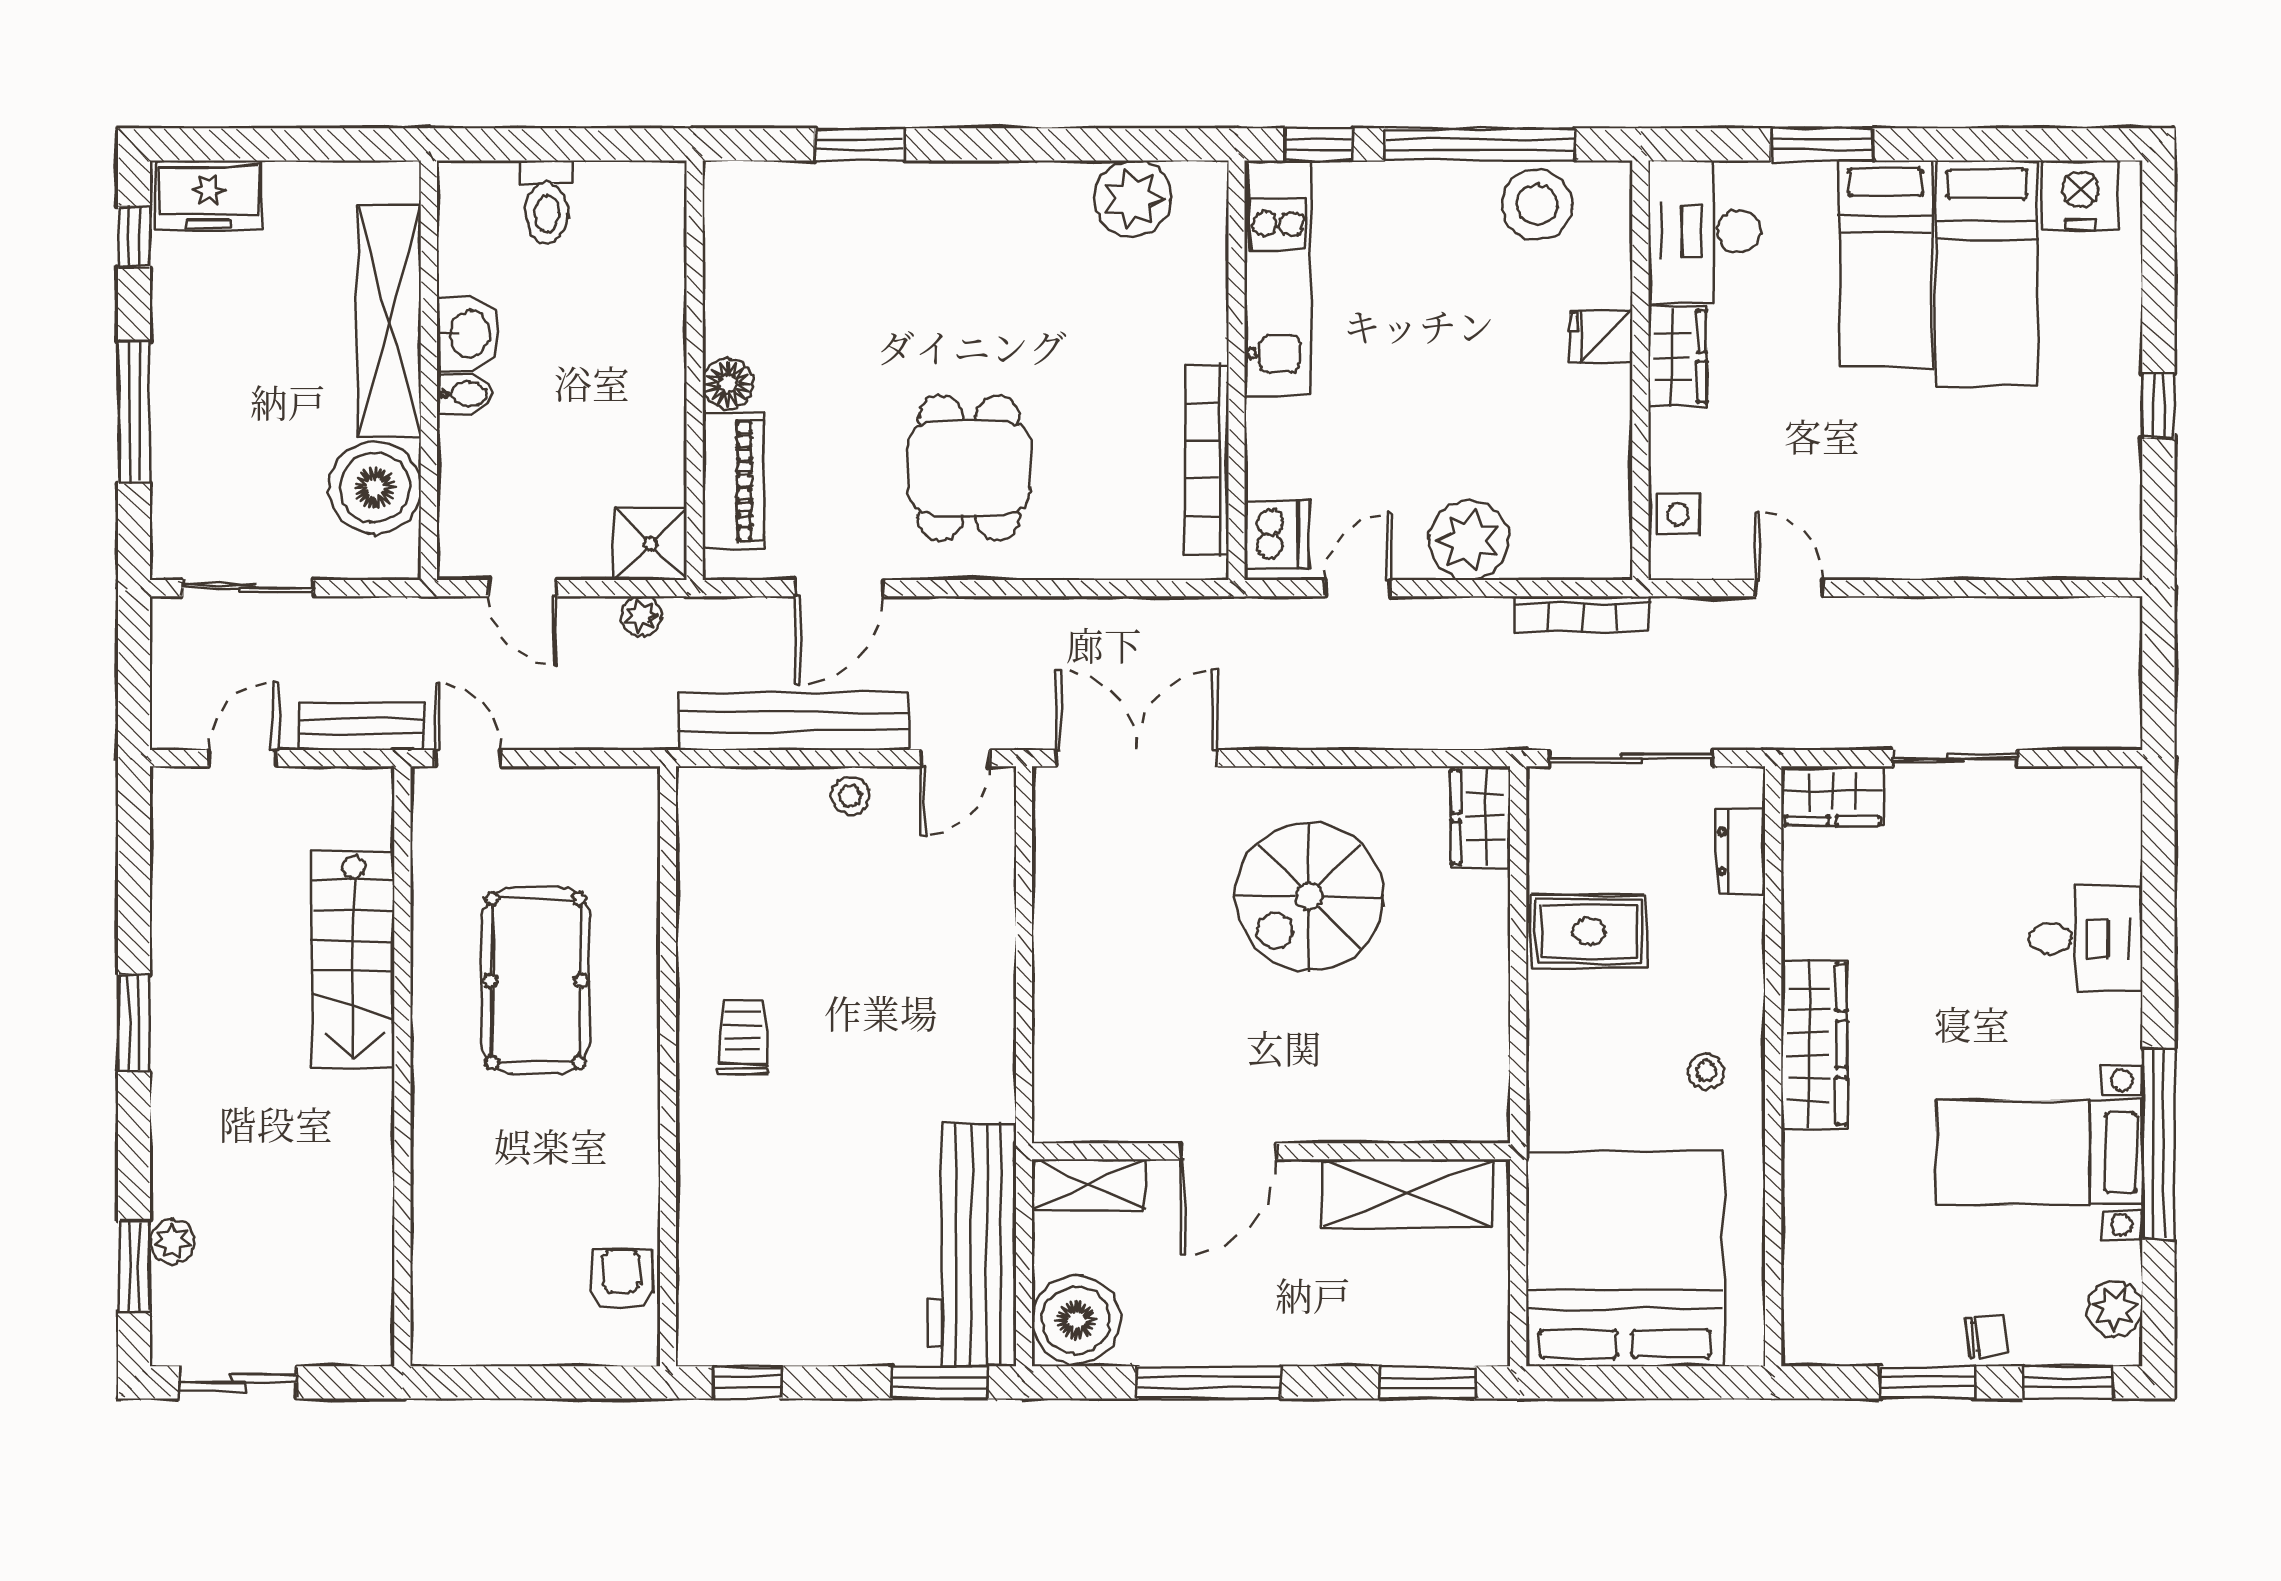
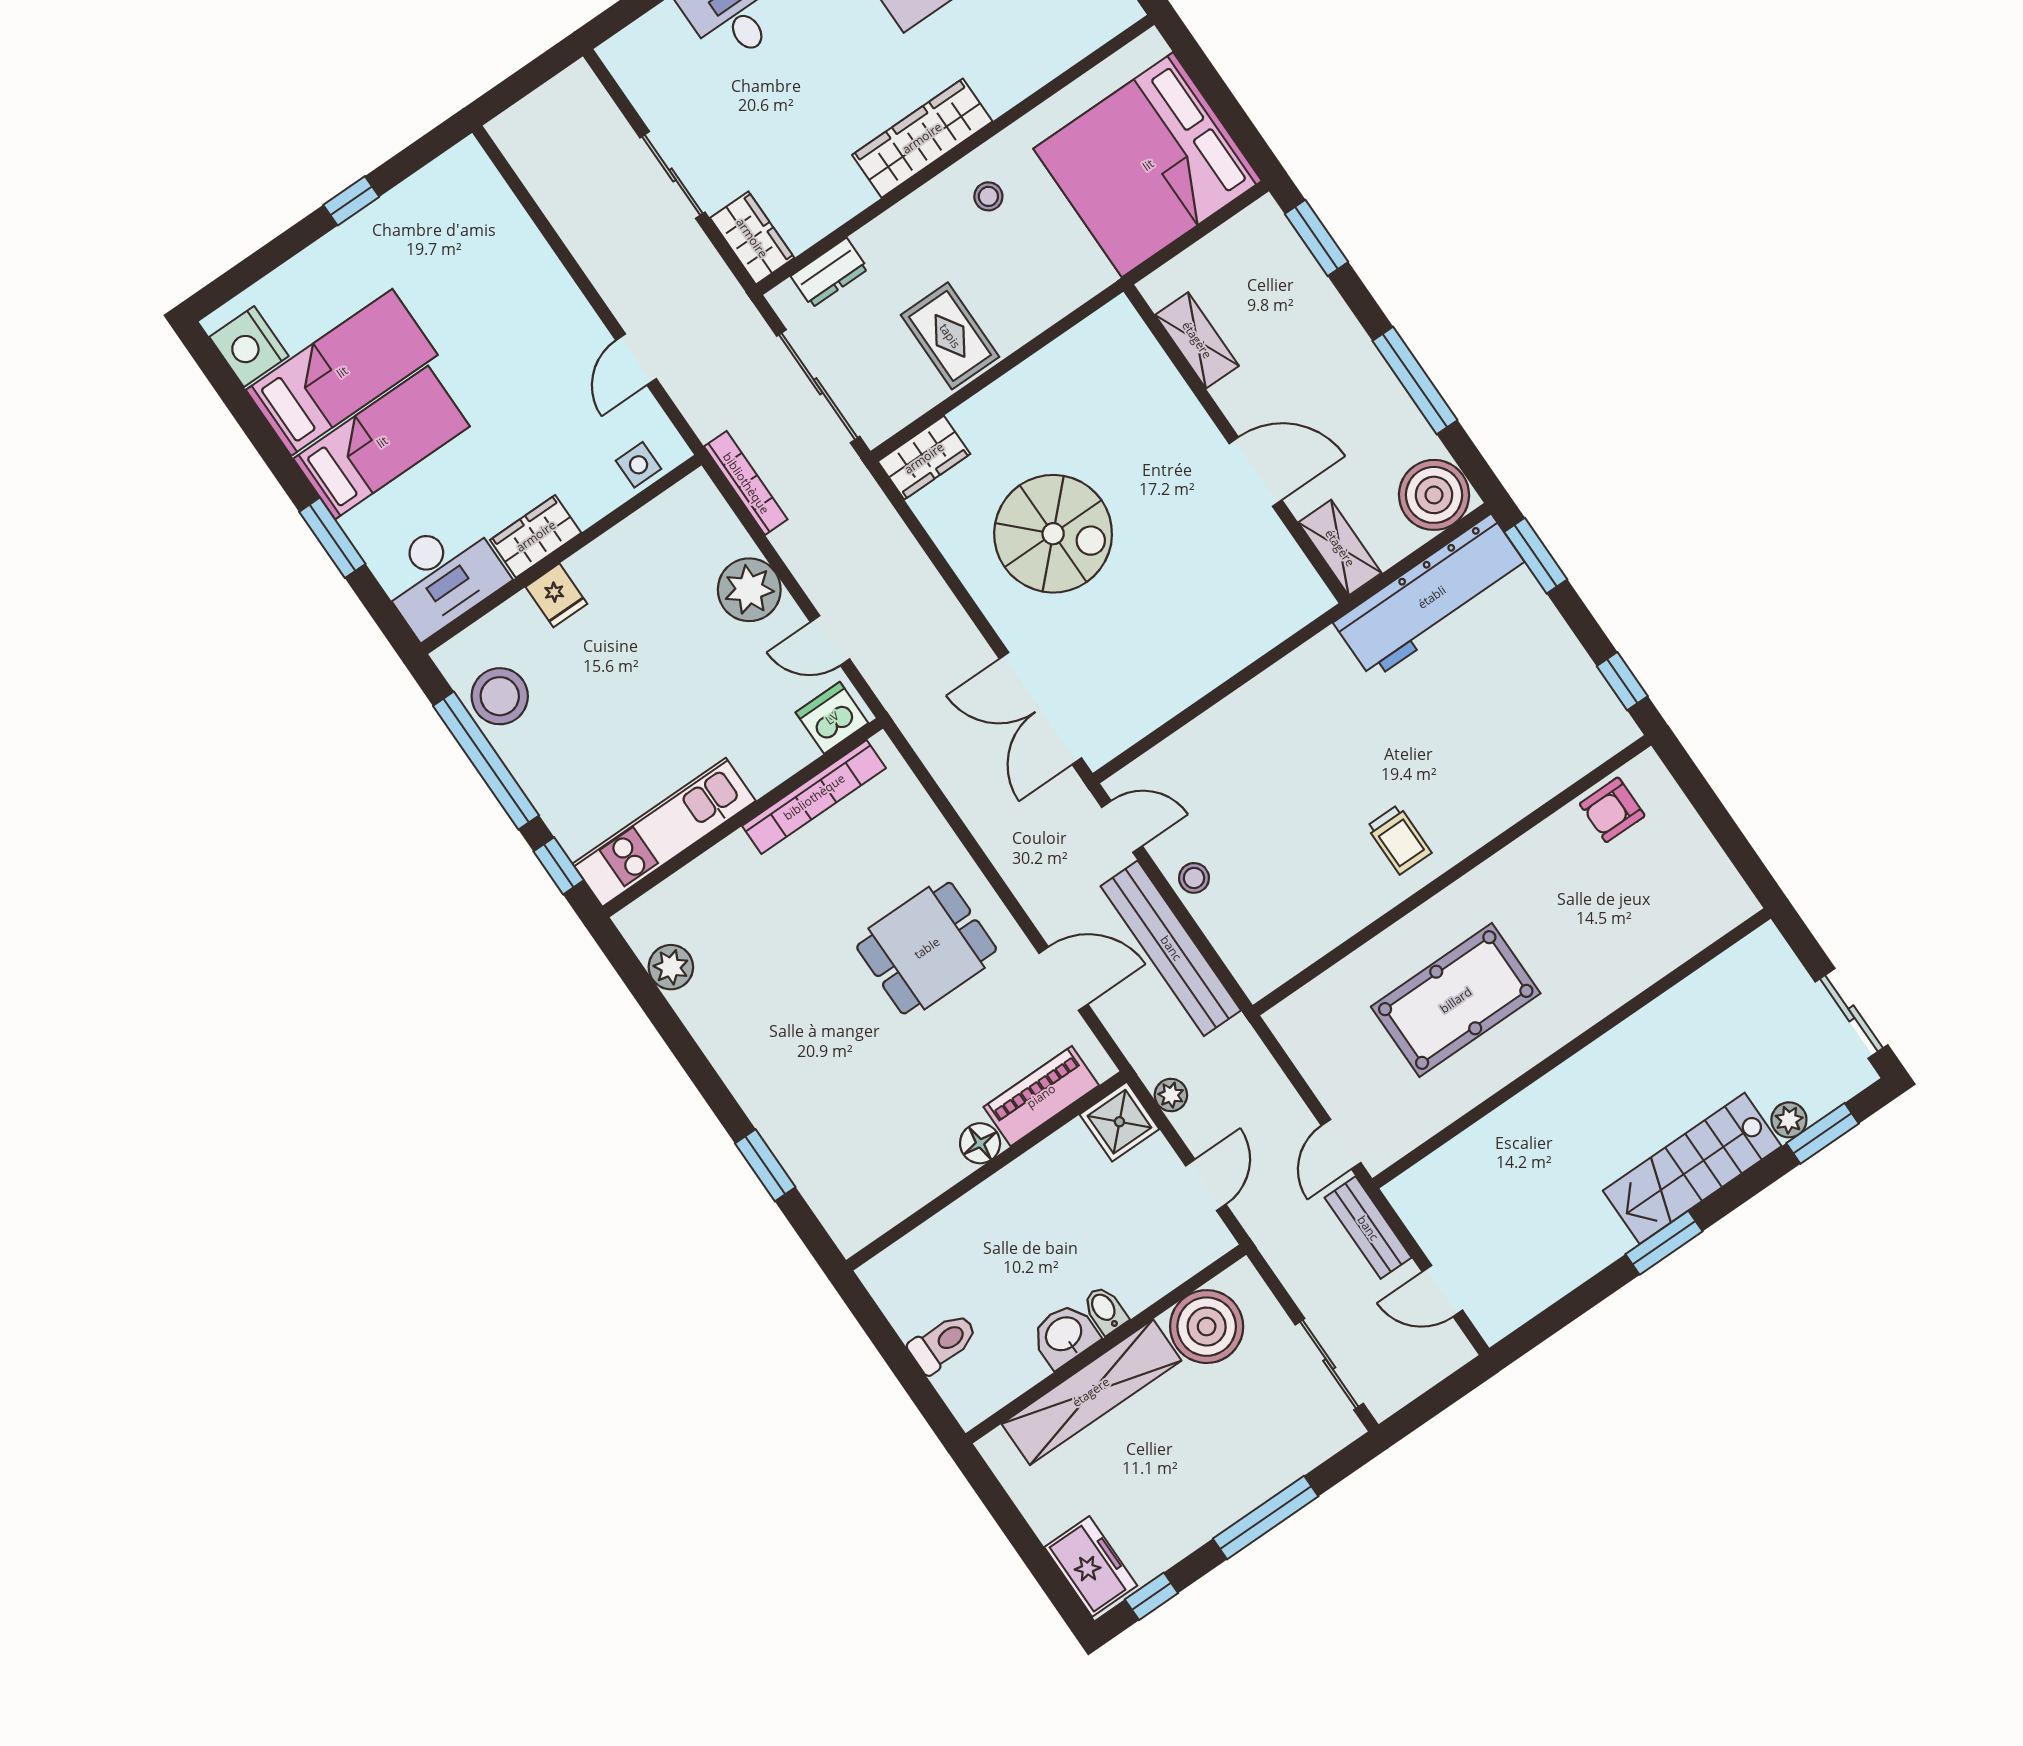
plant: (1133, 199) -> (671, 967), width x0.73, depth x0.73
stairs: (353, 959) -> (1692, 1168), moved, turned 180
trolley: (743, 1037) -> (1399, 840), turned -90
shelving: (1407, 1193) -> (1197, 340), width x0.67, depth x0.75

